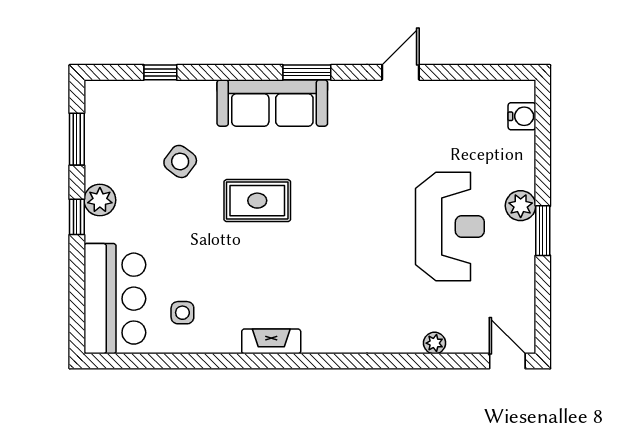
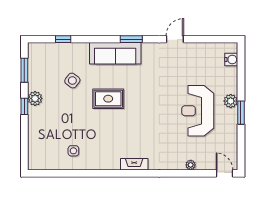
reception desk: (450, 226) -> (198, 111), turned 180
bar counter: (115, 299) -> (42, 144), removed
fireplace: (271, 341) -> (134, 164), moved

